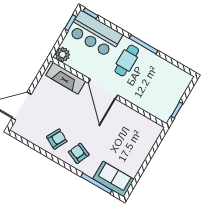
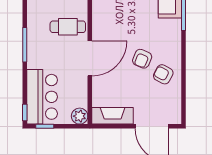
cafe table: (127, 61) -> (68, 27), moved
fireplace: (66, 78) -> (113, 116), moved, turned -90
armchair: (79, 153) -> (142, 59), moved

